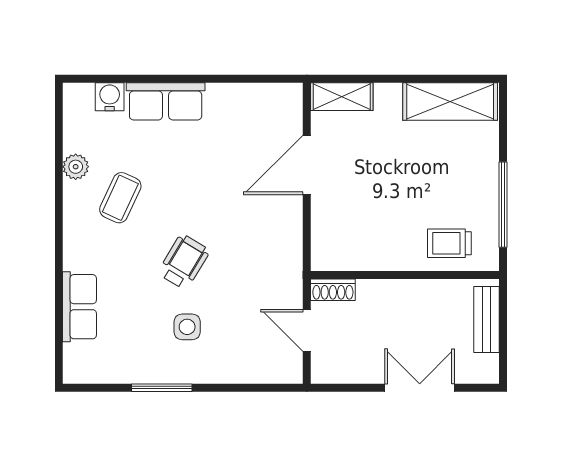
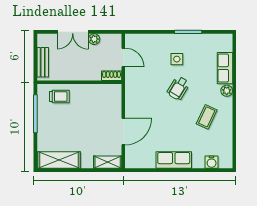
row of seats: (166, 101) -> (174, 160), moved
plant: (76, 167) -> (227, 91), moved
plant: (372, 371) -> (94, 39), added

